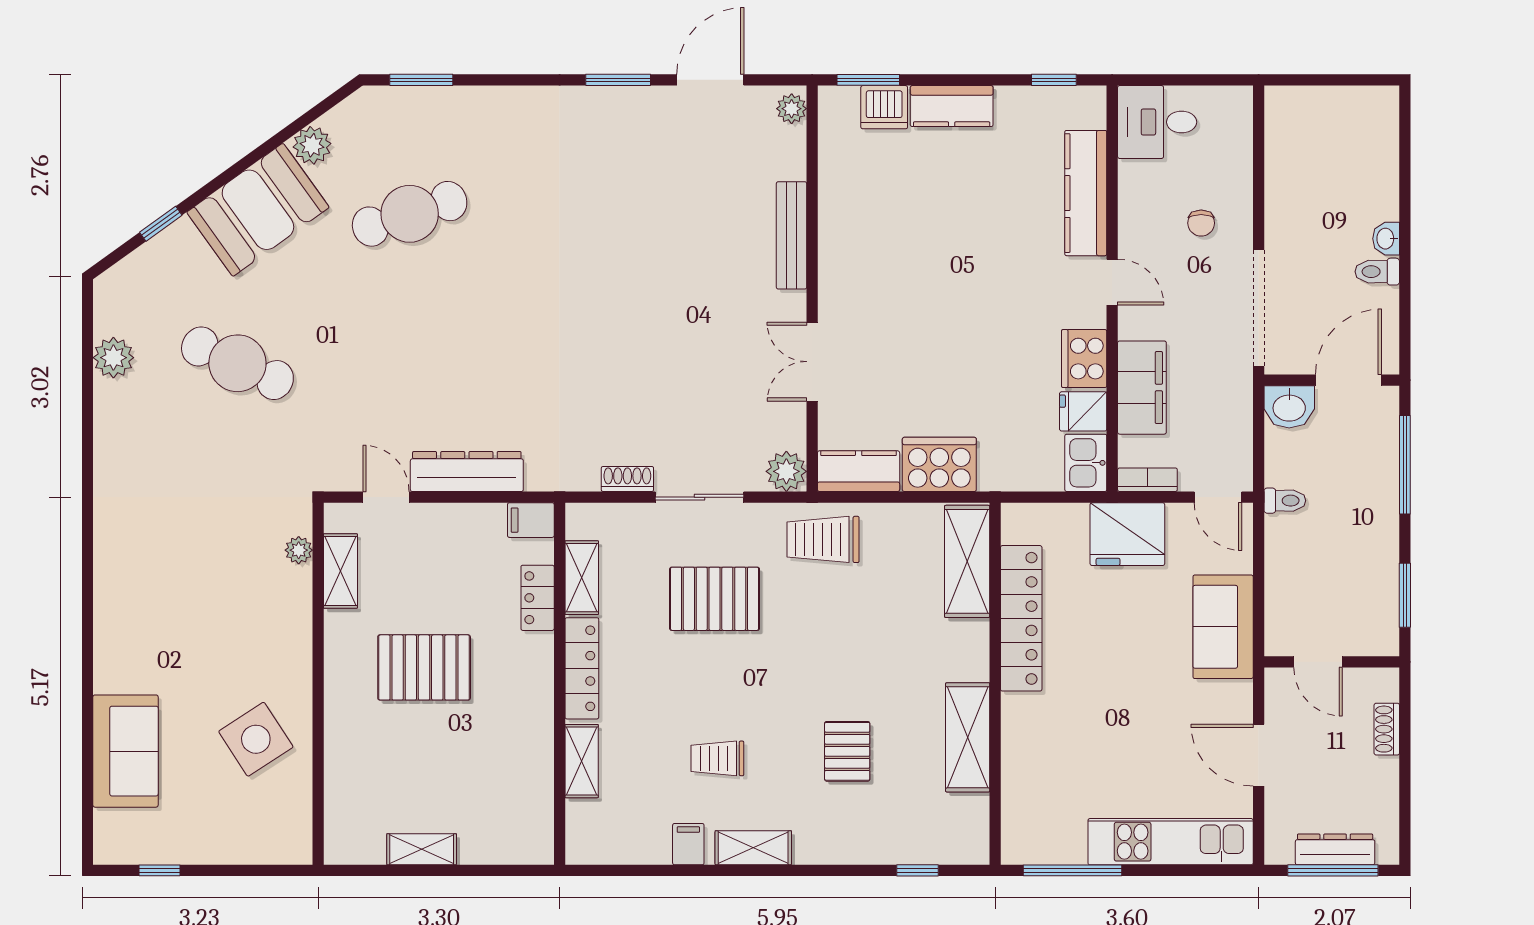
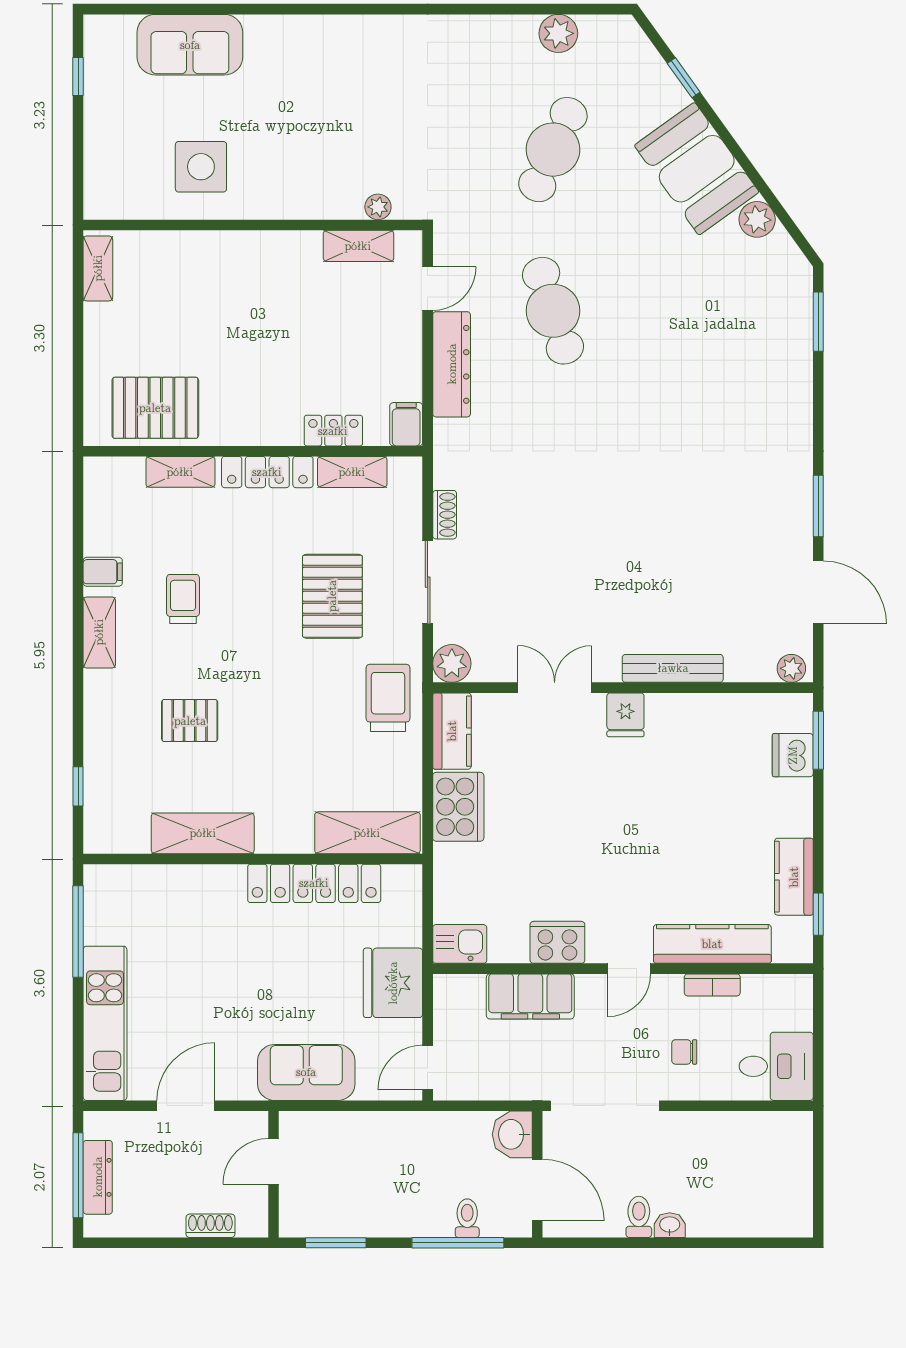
kitchen counter: (952, 106) -> (794, 877), moved
desk: (1157, 122) -> (776, 1066), moved, turned 90
cafe table: (410, 214) -> (553, 311), moved
fridge: (1083, 411) -> (625, 715), moved, turned 180
bookcase: (1147, 480) -> (712, 985), moved, turned 90
toilet: (1285, 501) -> (467, 1218), moved, turned 180
pallet: (424, 667) -> (155, 408), moved, turned 90
side table: (256, 739) -> (201, 167), turned 33
shelving: (422, 849) -> (98, 268), moved

